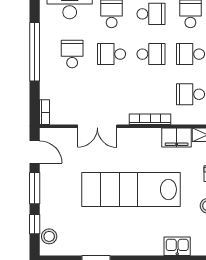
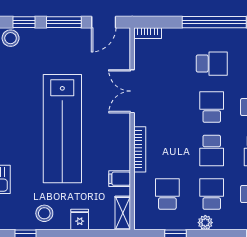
filing cabinet: (177, 137) -> (120, 179), width x0.50
lab bench: (131, 189) -> (62, 129), turned 180

